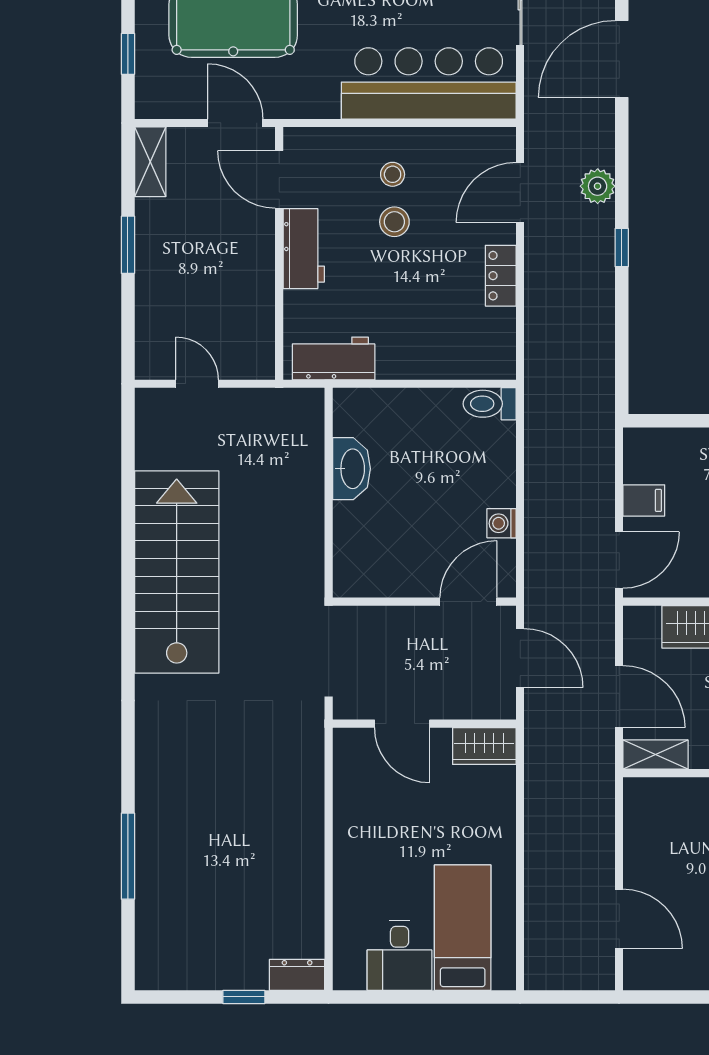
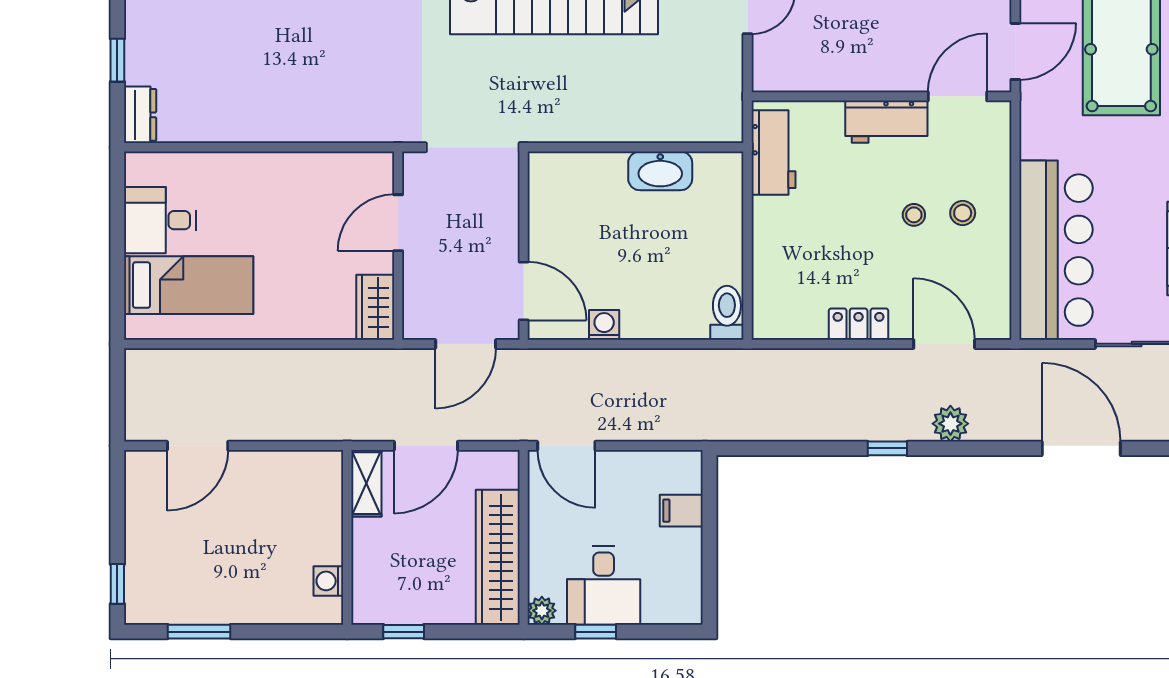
stool: (394, 222) -> (914, 215), width x0.73, depth x0.73
filing cabinet: (644, 500) -> (681, 511), moved, turned 90

